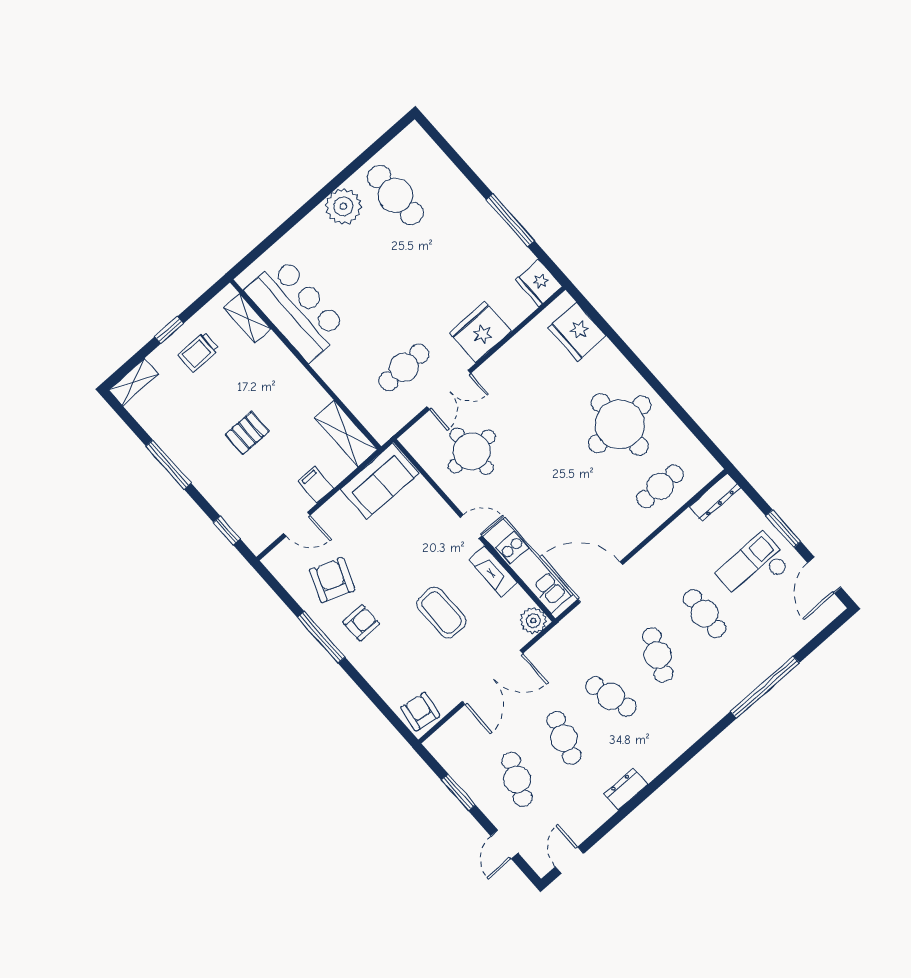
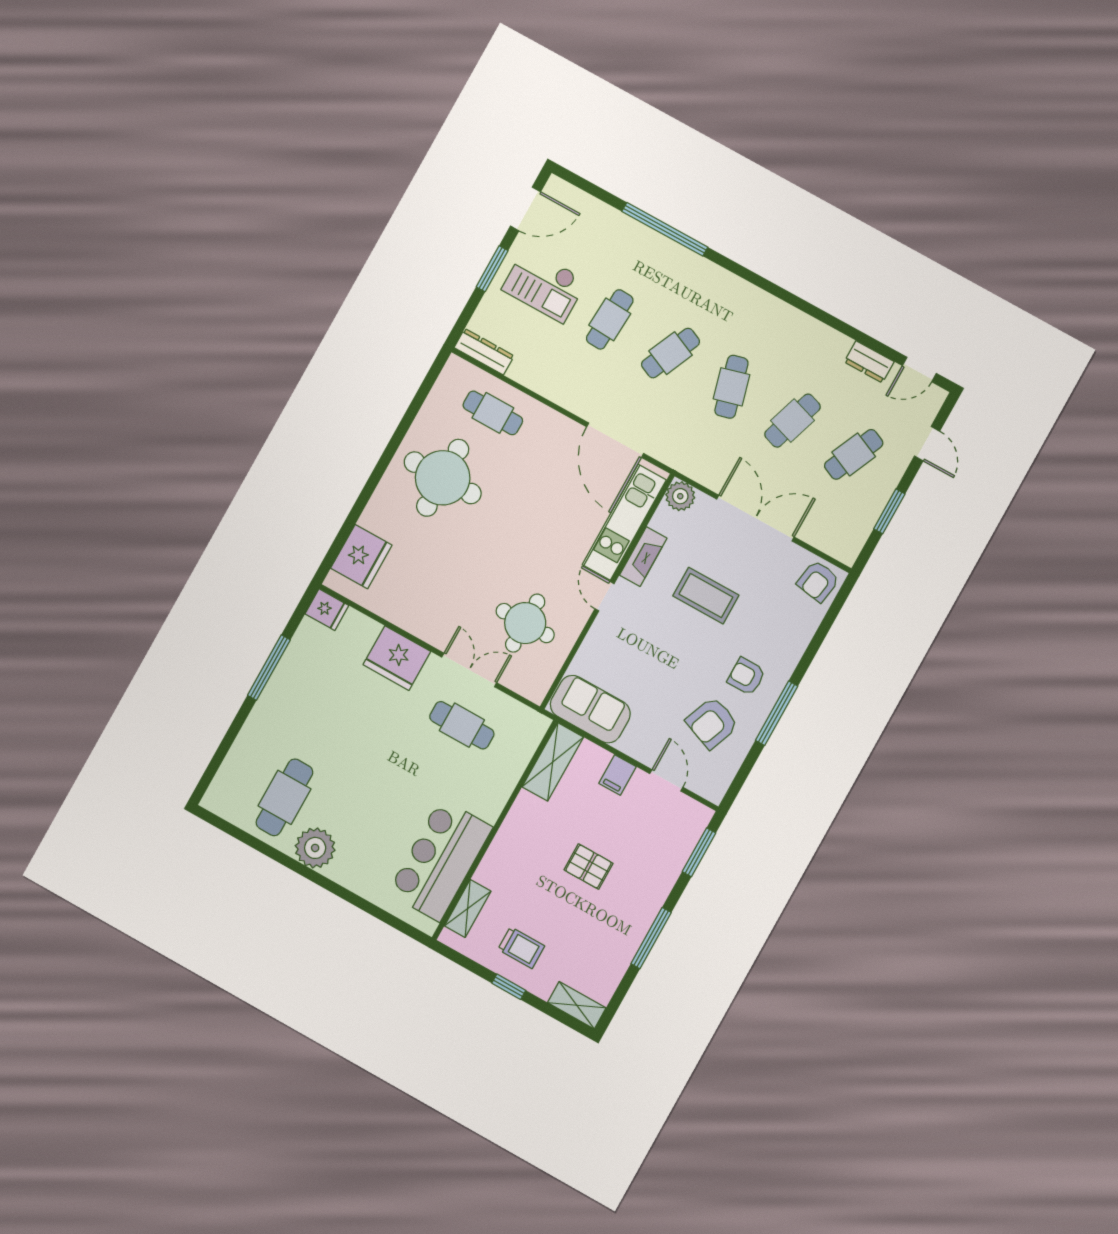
fridge: (539, 283) -> (327, 610), width x0.72
window: (227, 531) -> (699, 852), width x1.50
coffee table: (441, 613) -> (706, 596), turned 90
dresser: (626, 789) -> (869, 362), moved
door: (504, 844) -> (927, 444), hinge flipped

